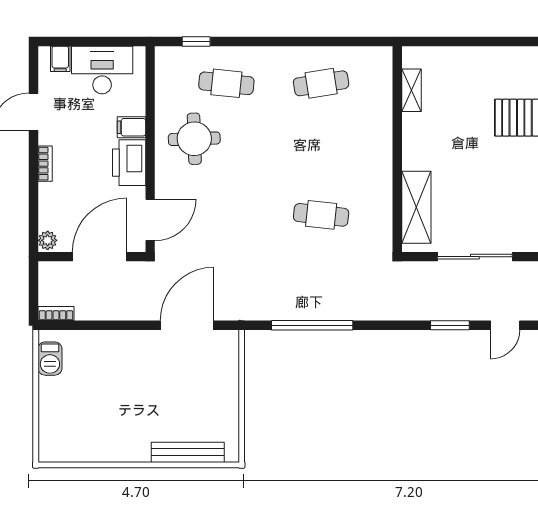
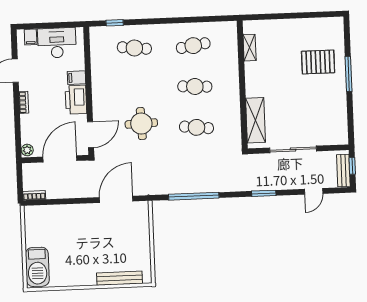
round table: (194, 139) -> (141, 124), moved
cafe table: (321, 149) -> (195, 86), added
window: (450, 325) -> (264, 193), moved
barbecue: (50, 359) -> (37, 267), moved, width x1.88, depth x1.53

